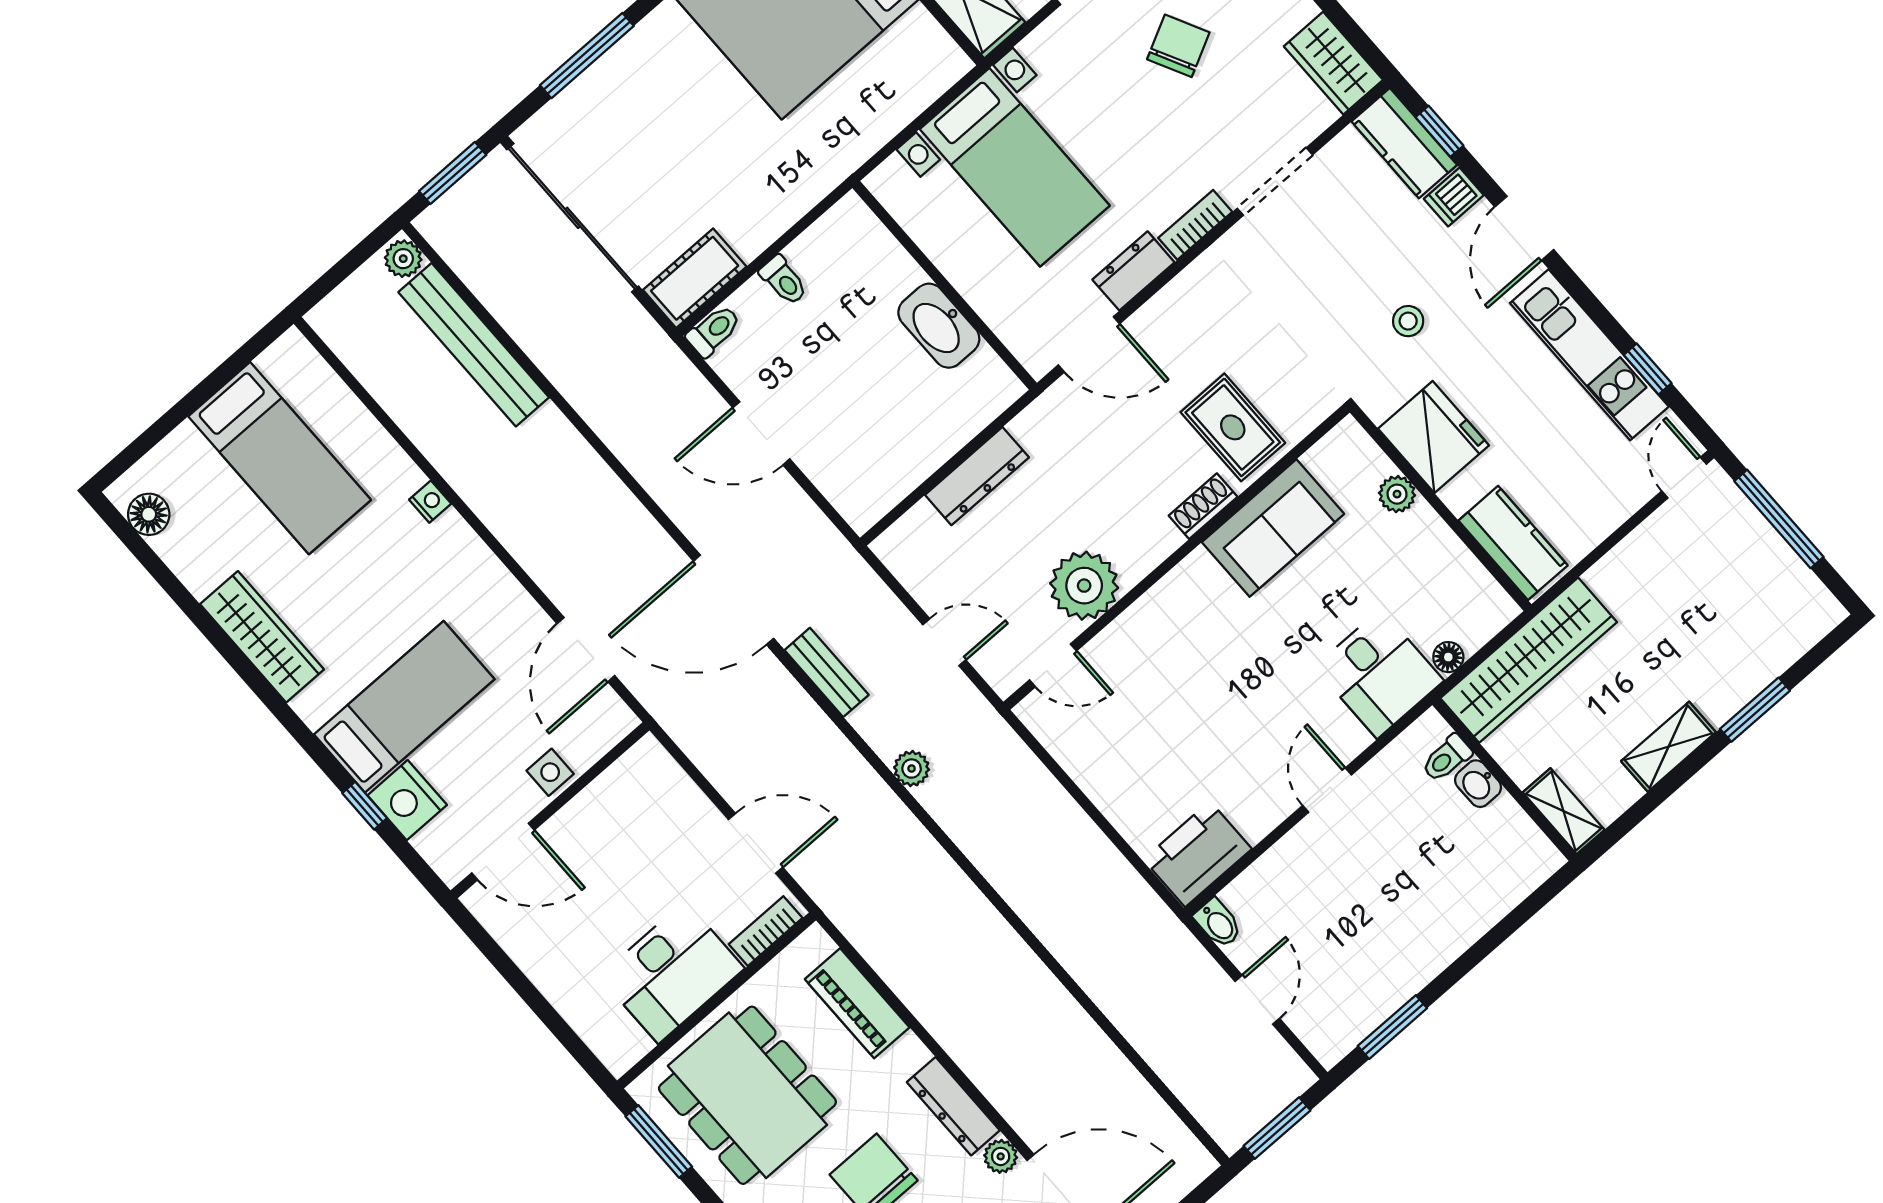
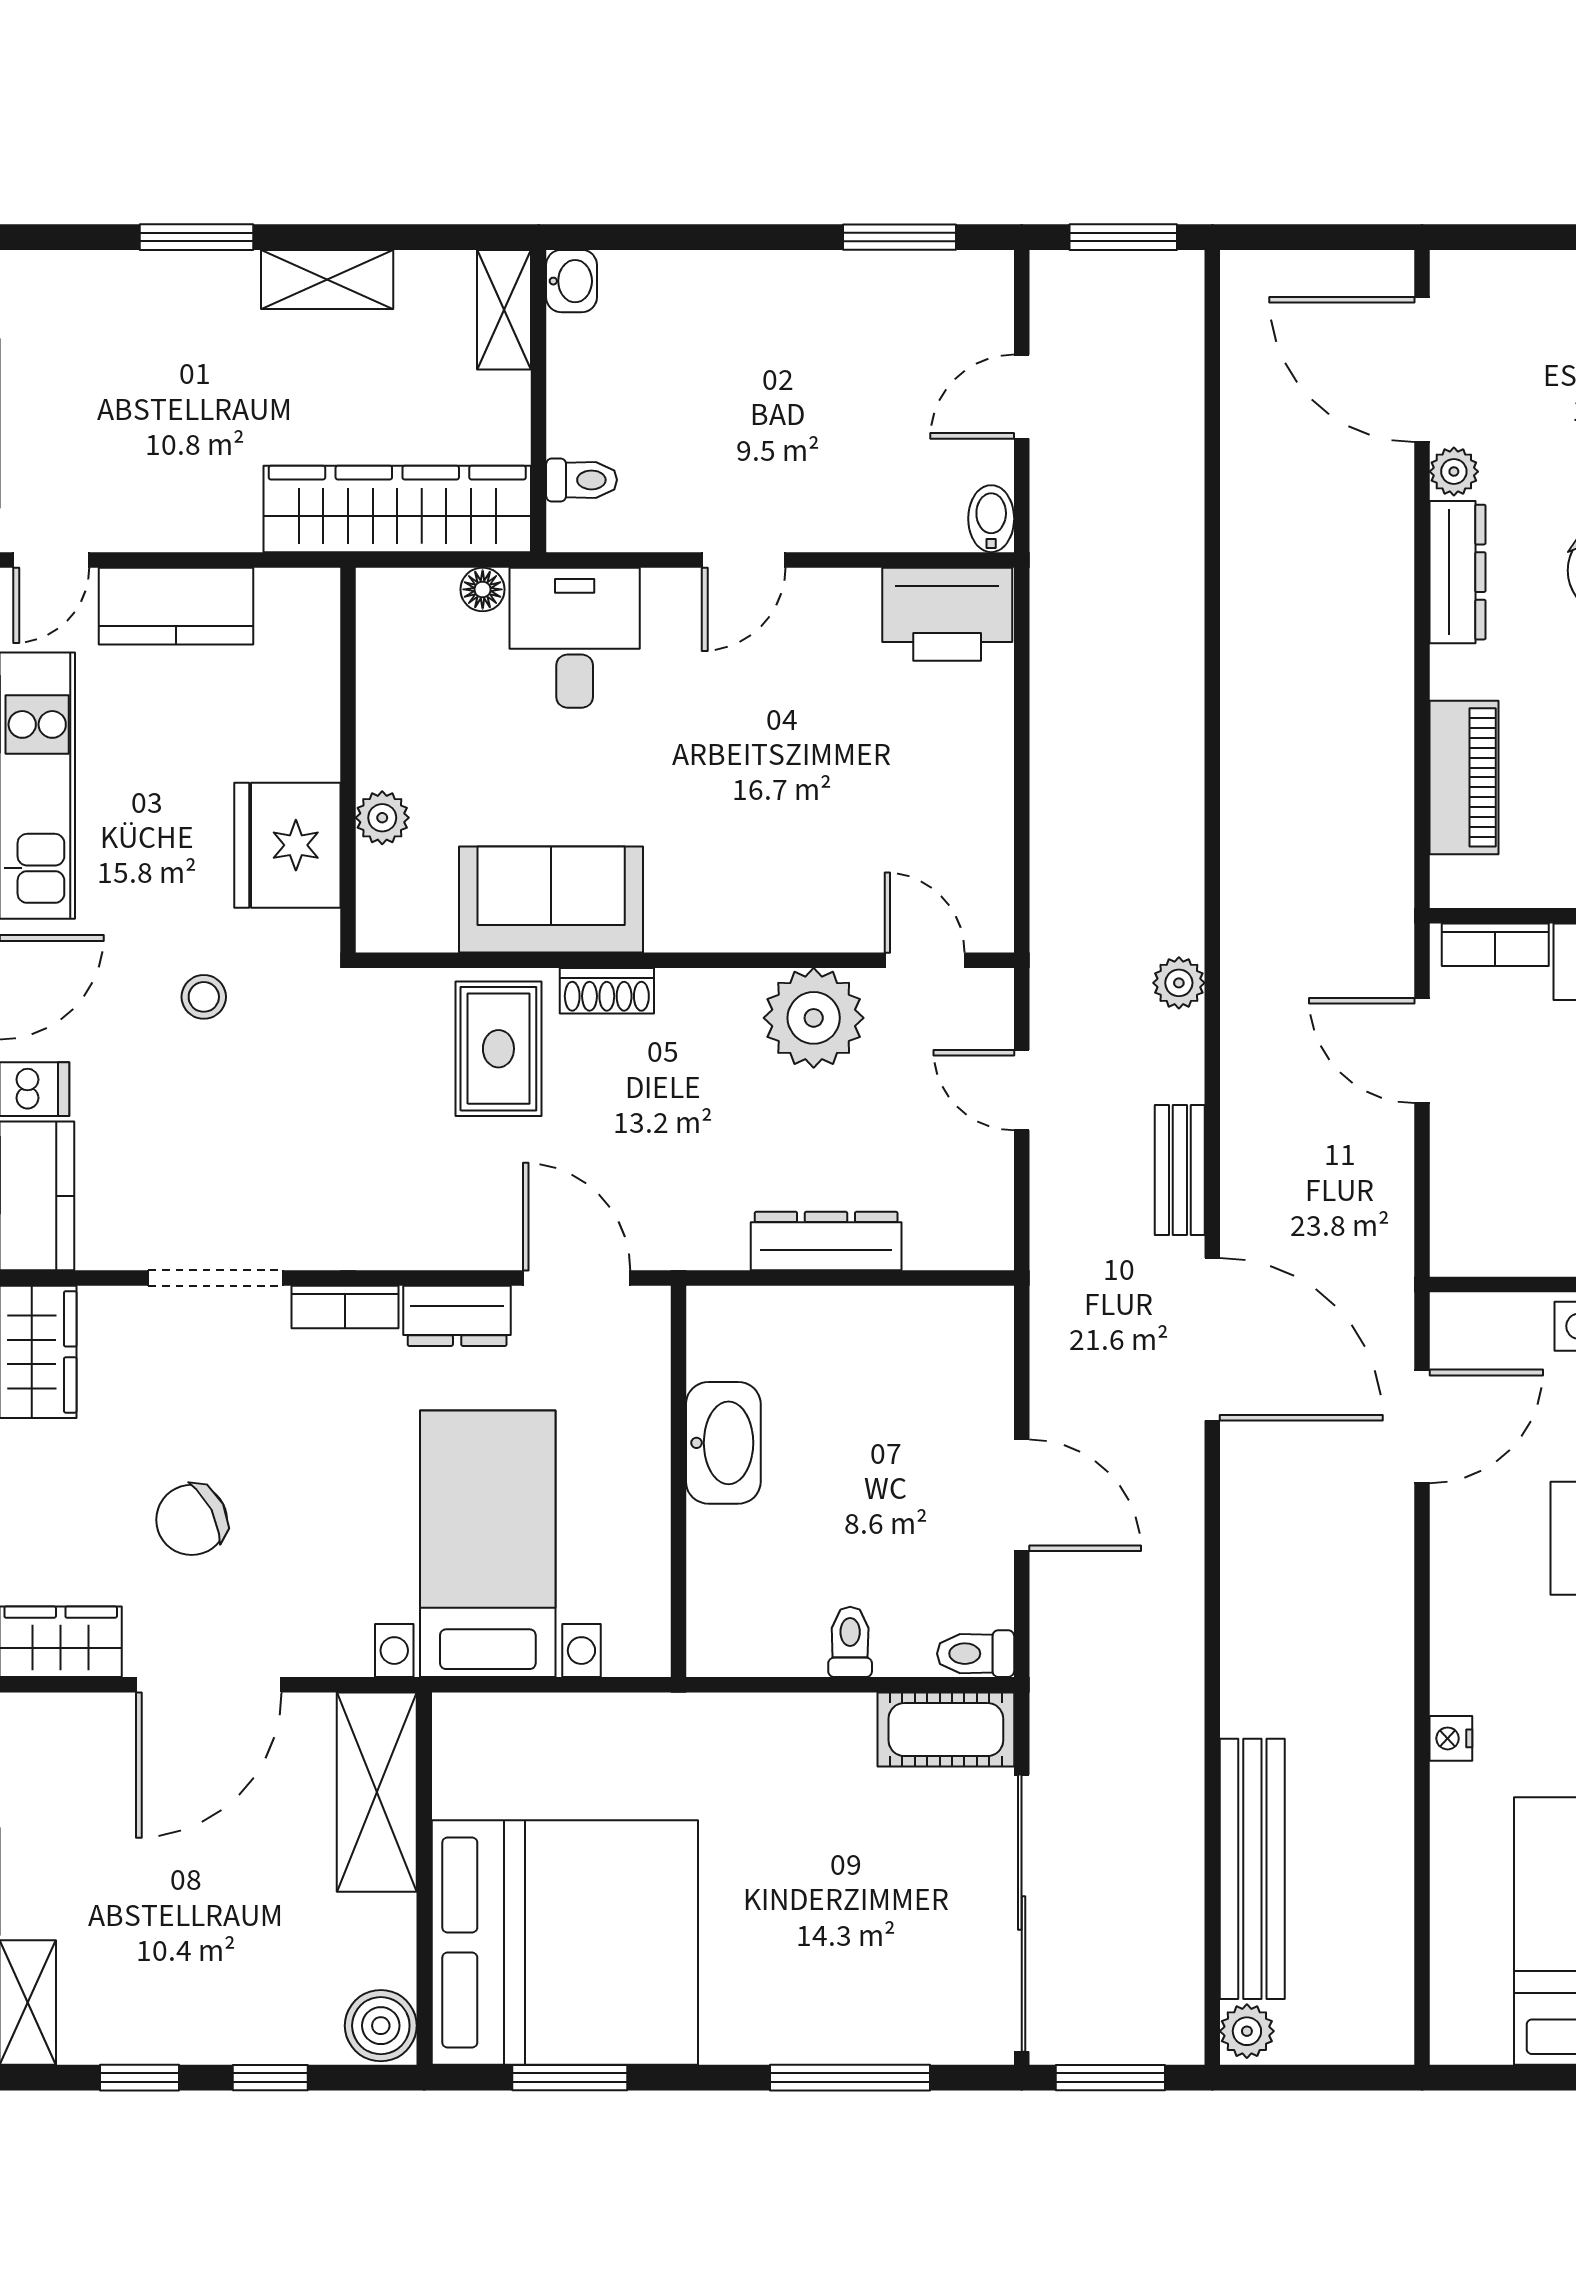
kitchen counter: (1513, 543) -> (176, 606), moved, turned -90
washbasin: (1478, 784) -> (572, 281), moved

